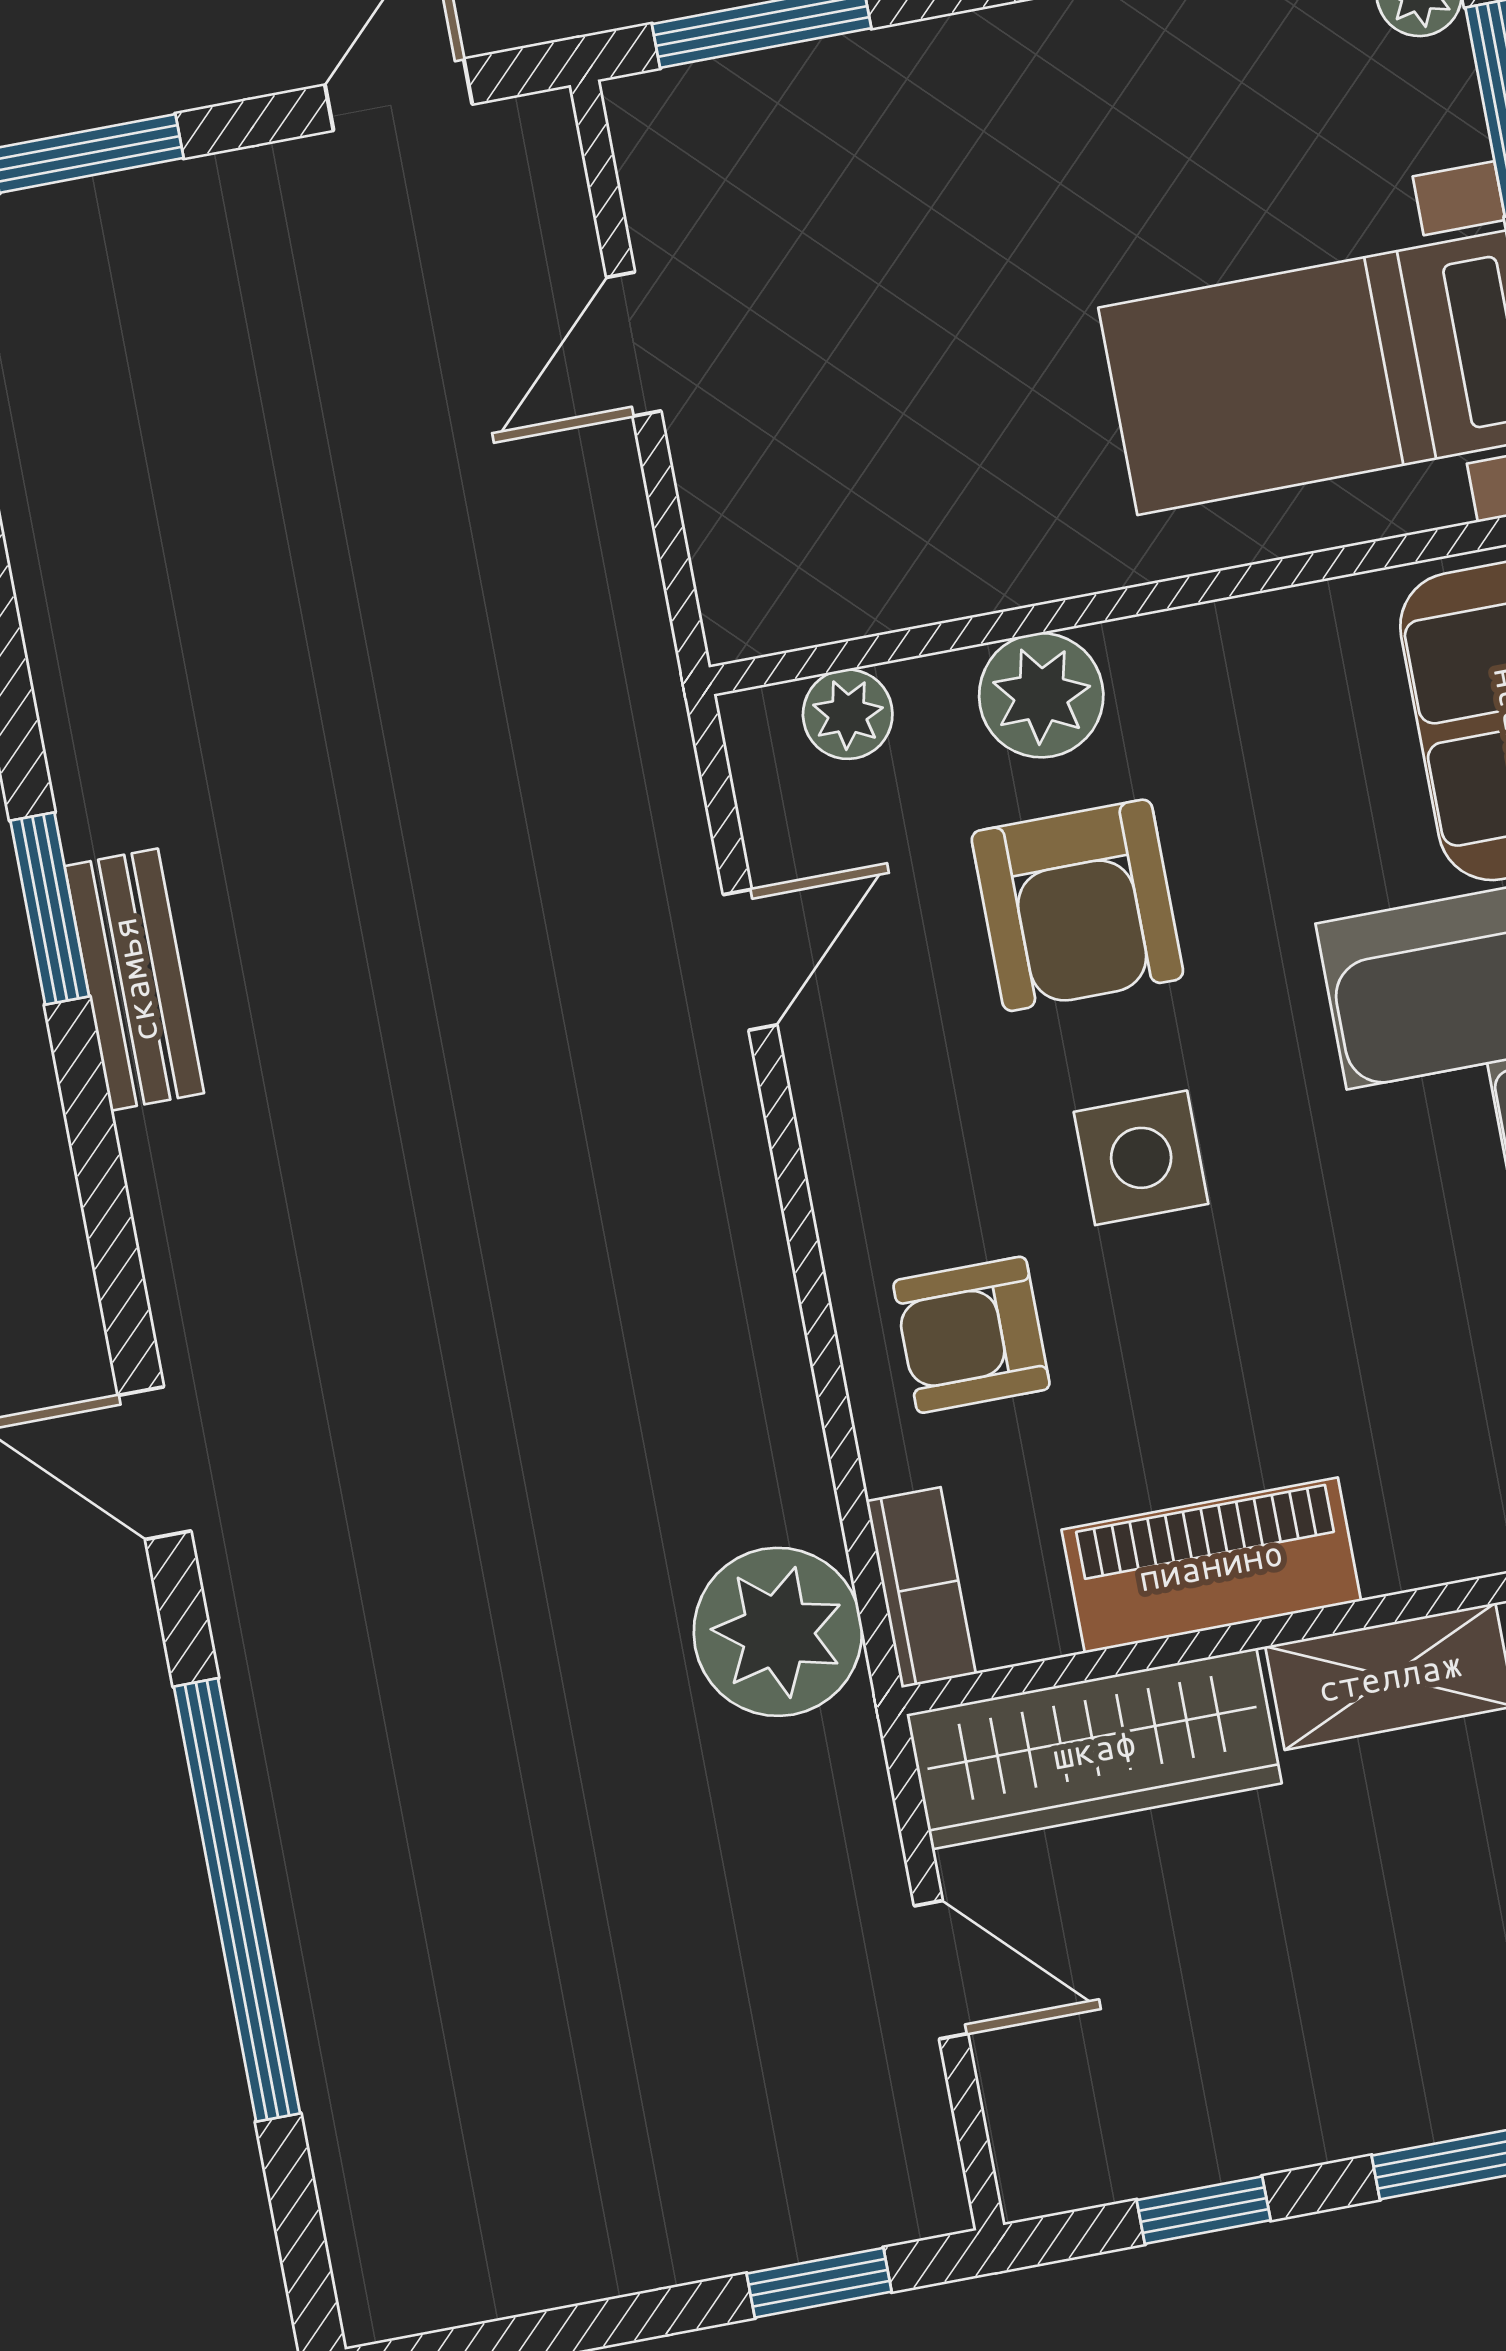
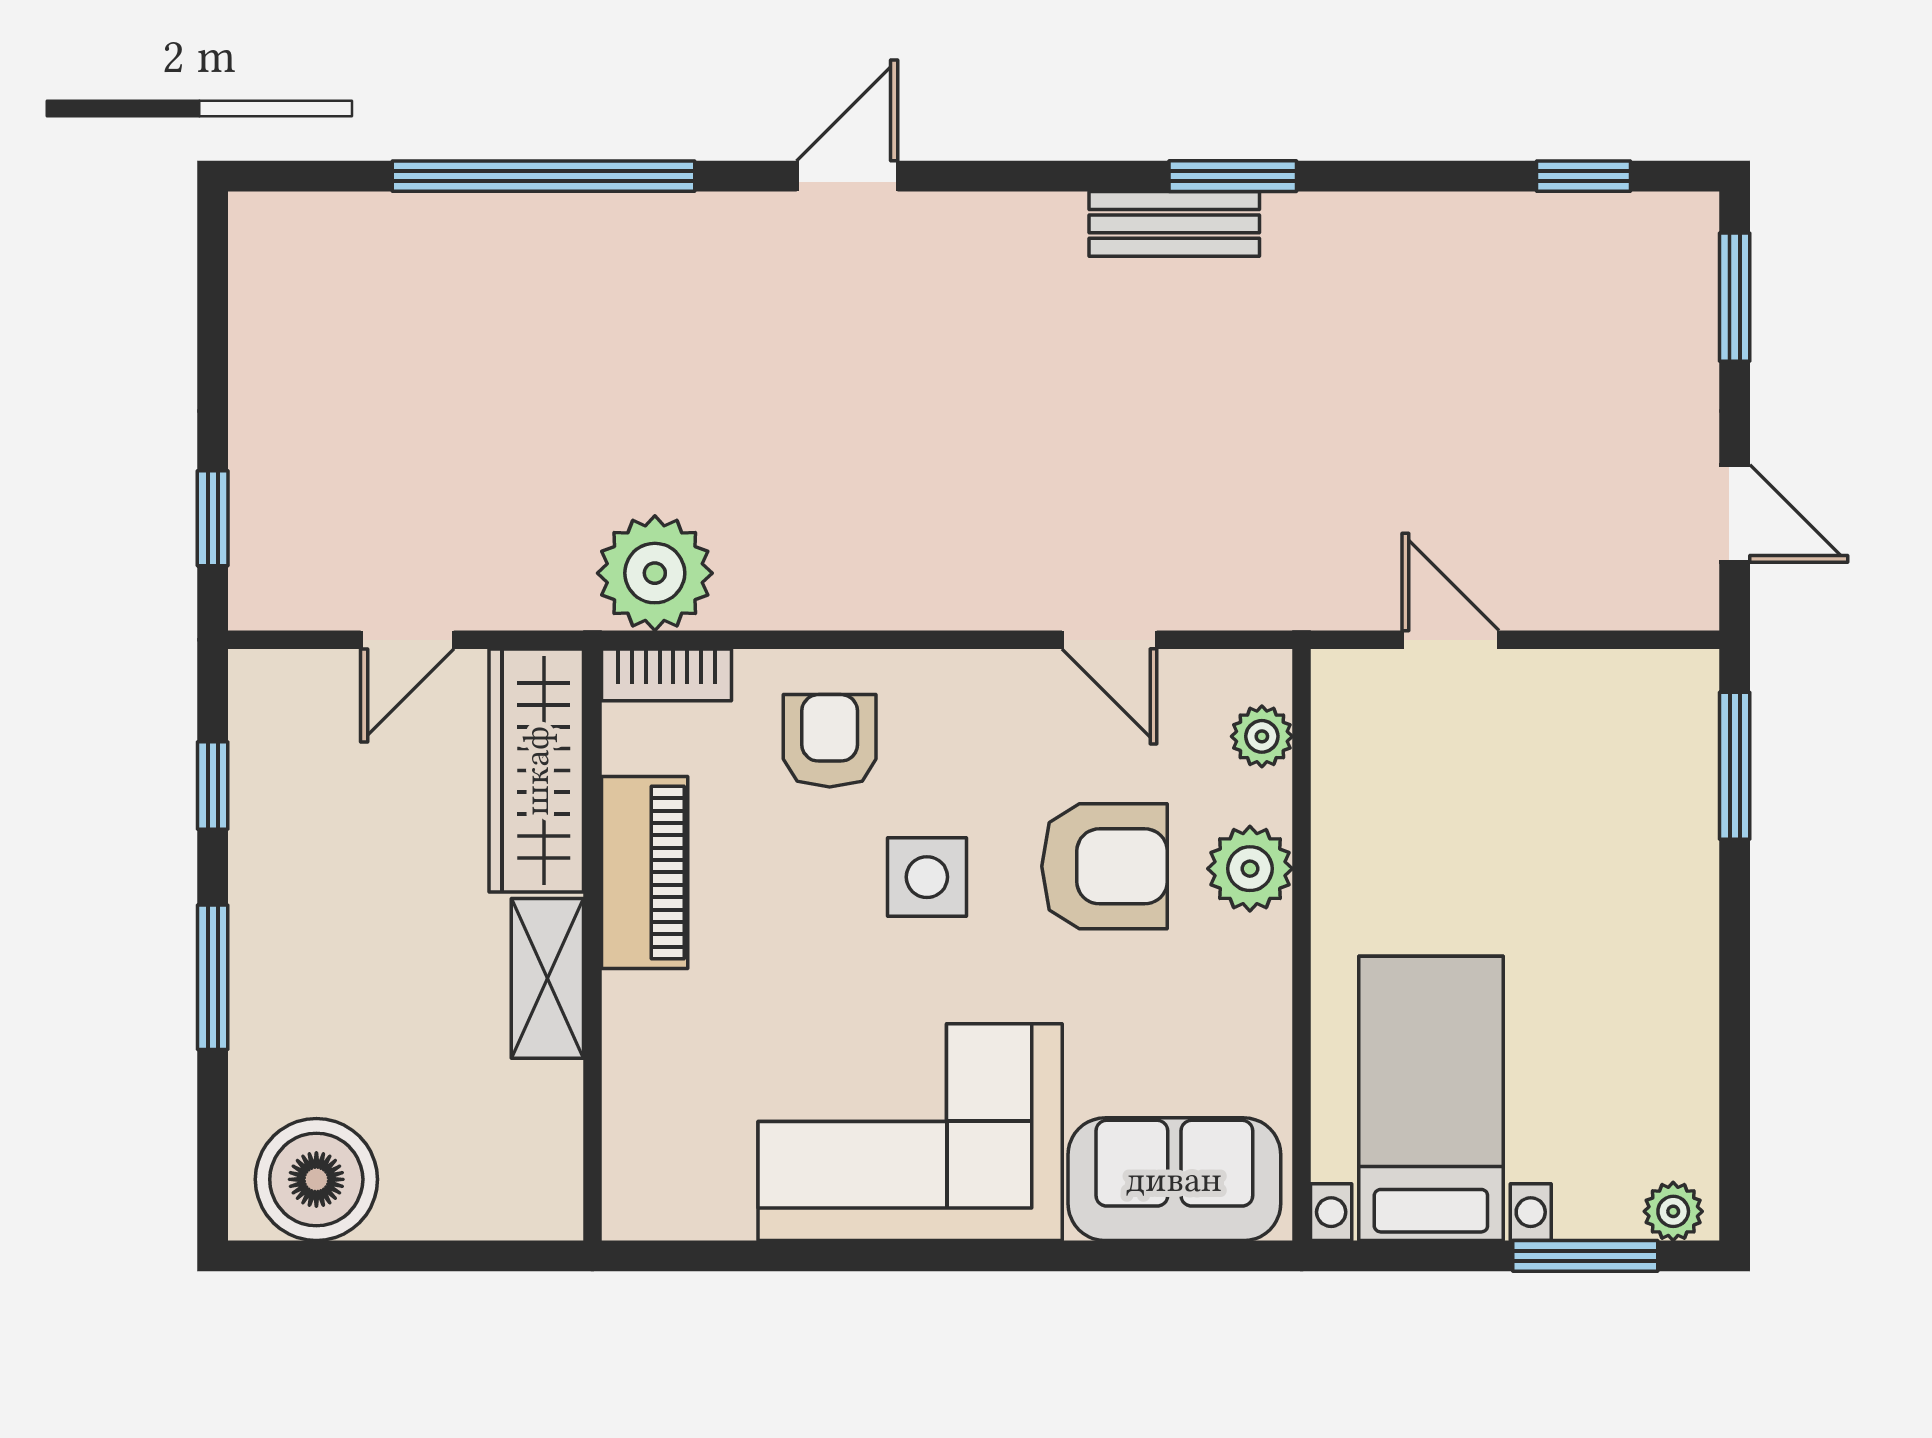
door: (634, 344) -> (1451, 640), moved
armchair: (1077, 905) -> (1105, 866), turned 180

